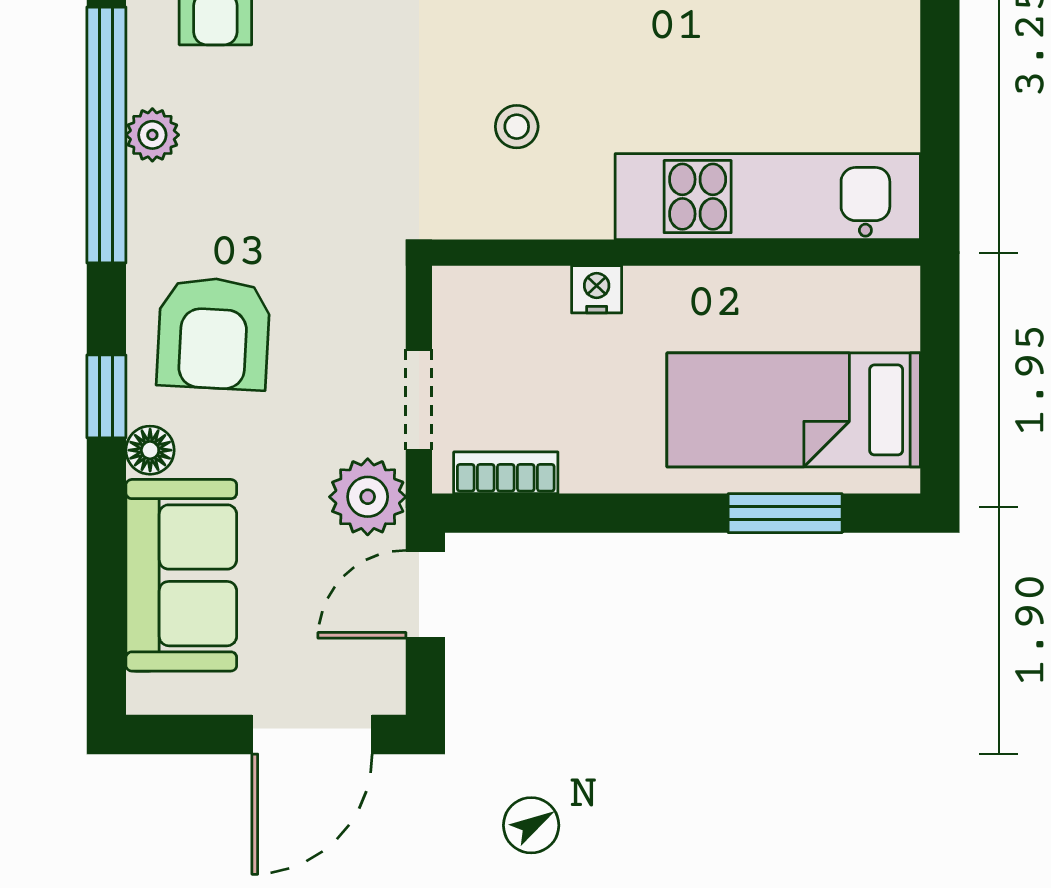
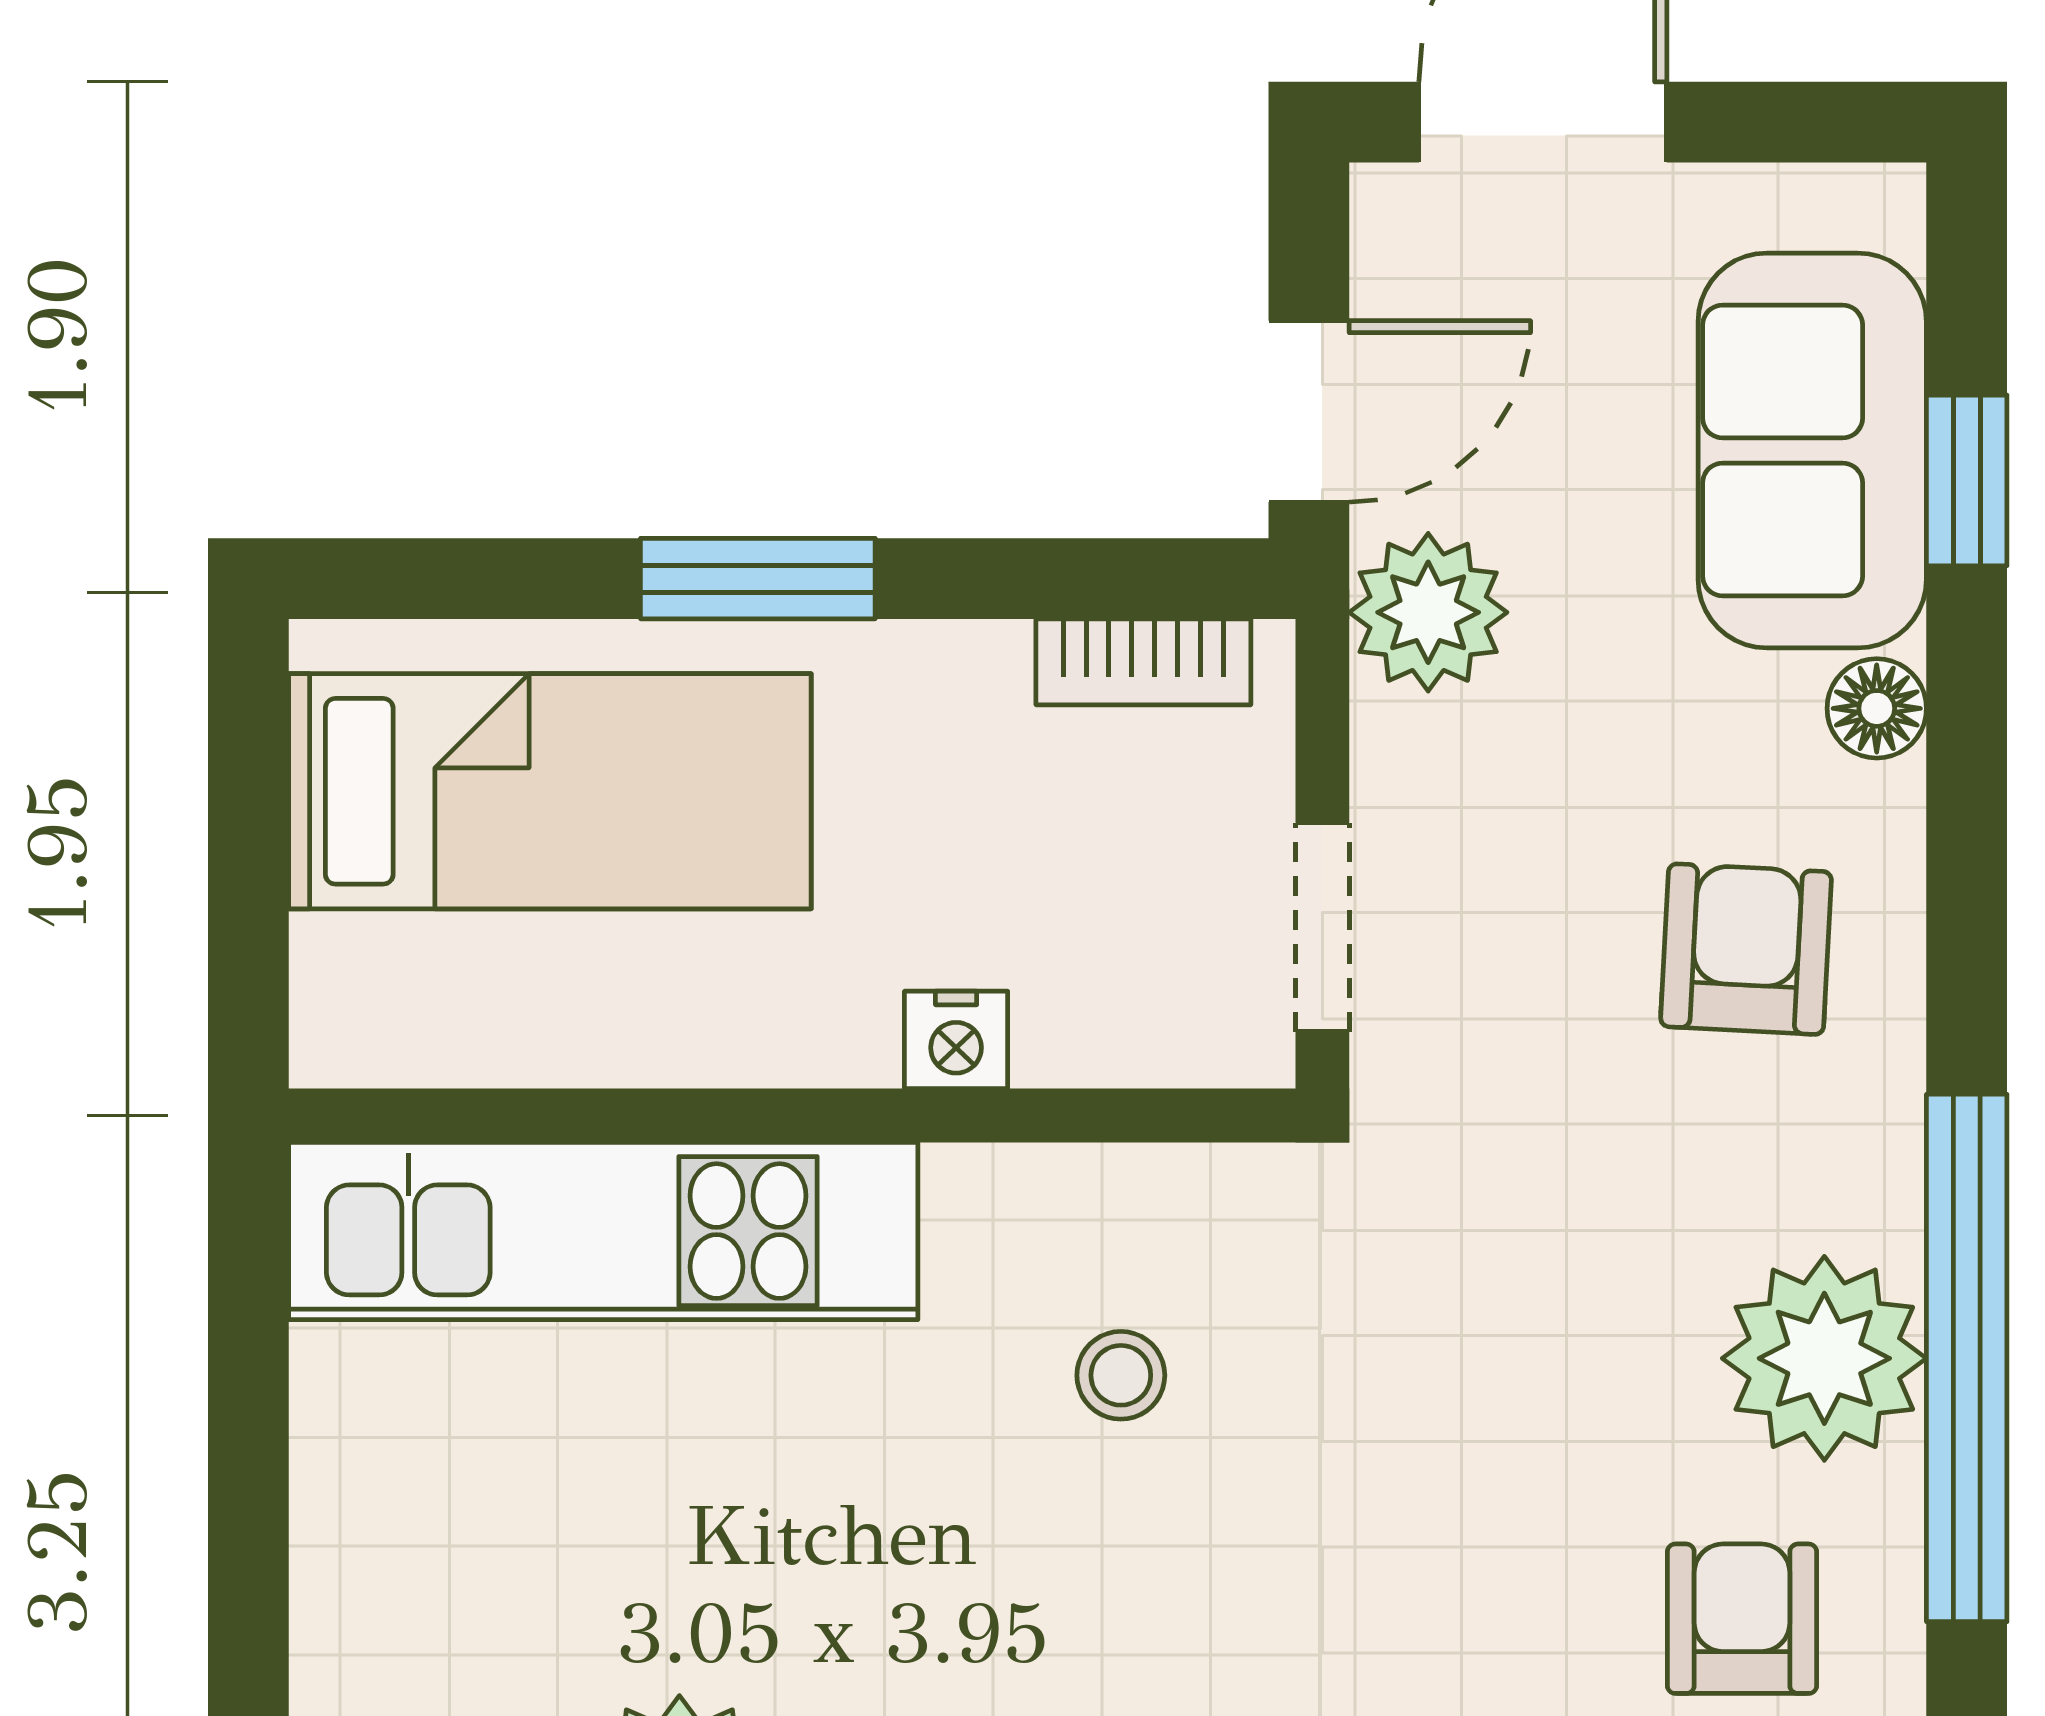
plant: (152, 135) -> (1824, 1358), width x1.88, depth x1.88
armchair: (213, 333) -> (1746, 949), width x0.72, depth x0.72
window: (106, 396) -> (1967, 480), moved
doorway: (419, 400) -> (1322, 927), moved
window: (785, 513) -> (758, 579), moved

